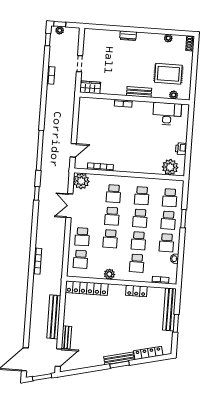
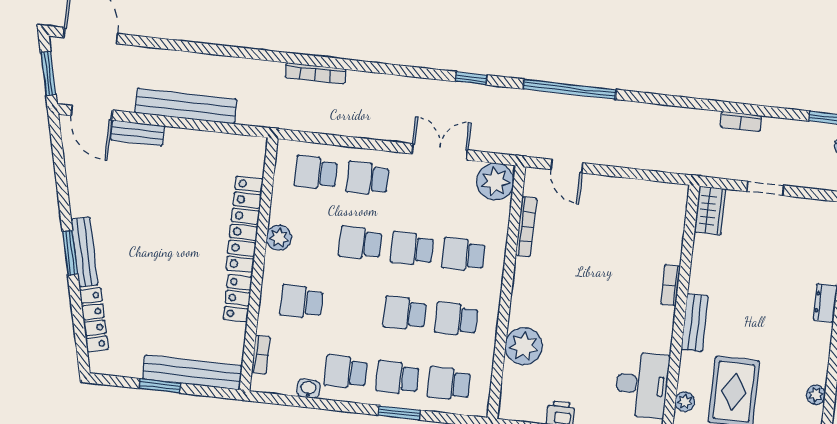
plant: (170, 167) -> (524, 346), moved
school desk: (138, 241) -> (353, 308), removed
locker: (87, 288) -> (244, 224), moved

